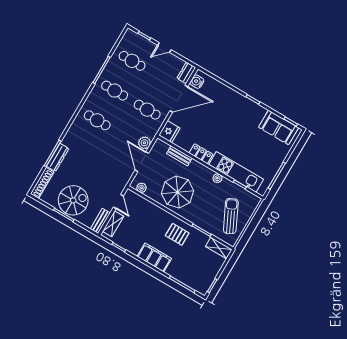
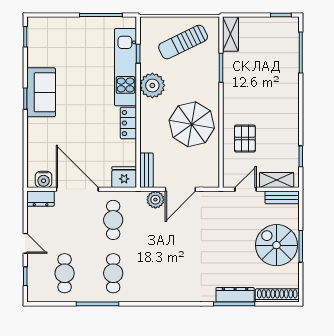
cafe table: (97, 120) -> (162, 273), removed
sofa: (279, 127) -> (41, 92), moved
bench: (179, 156) -> (146, 170), moved
plant: (217, 178) -> (152, 85), width x1.88, depth x1.88
plant: (141, 188) -> (212, 171), removed
pallet: (177, 234) -> (245, 139), moved
filing cabinet: (154, 257) -> (288, 106), removed

